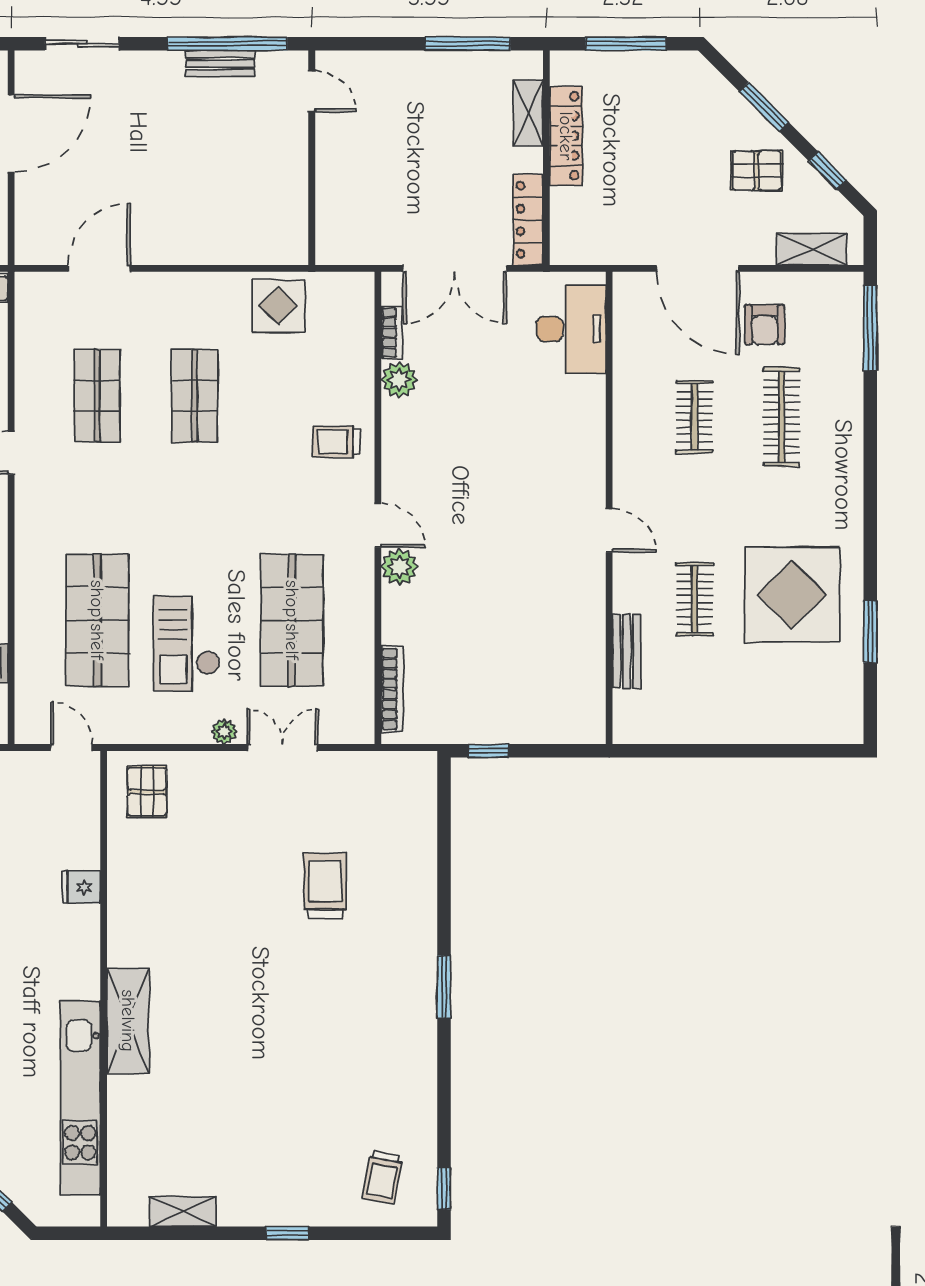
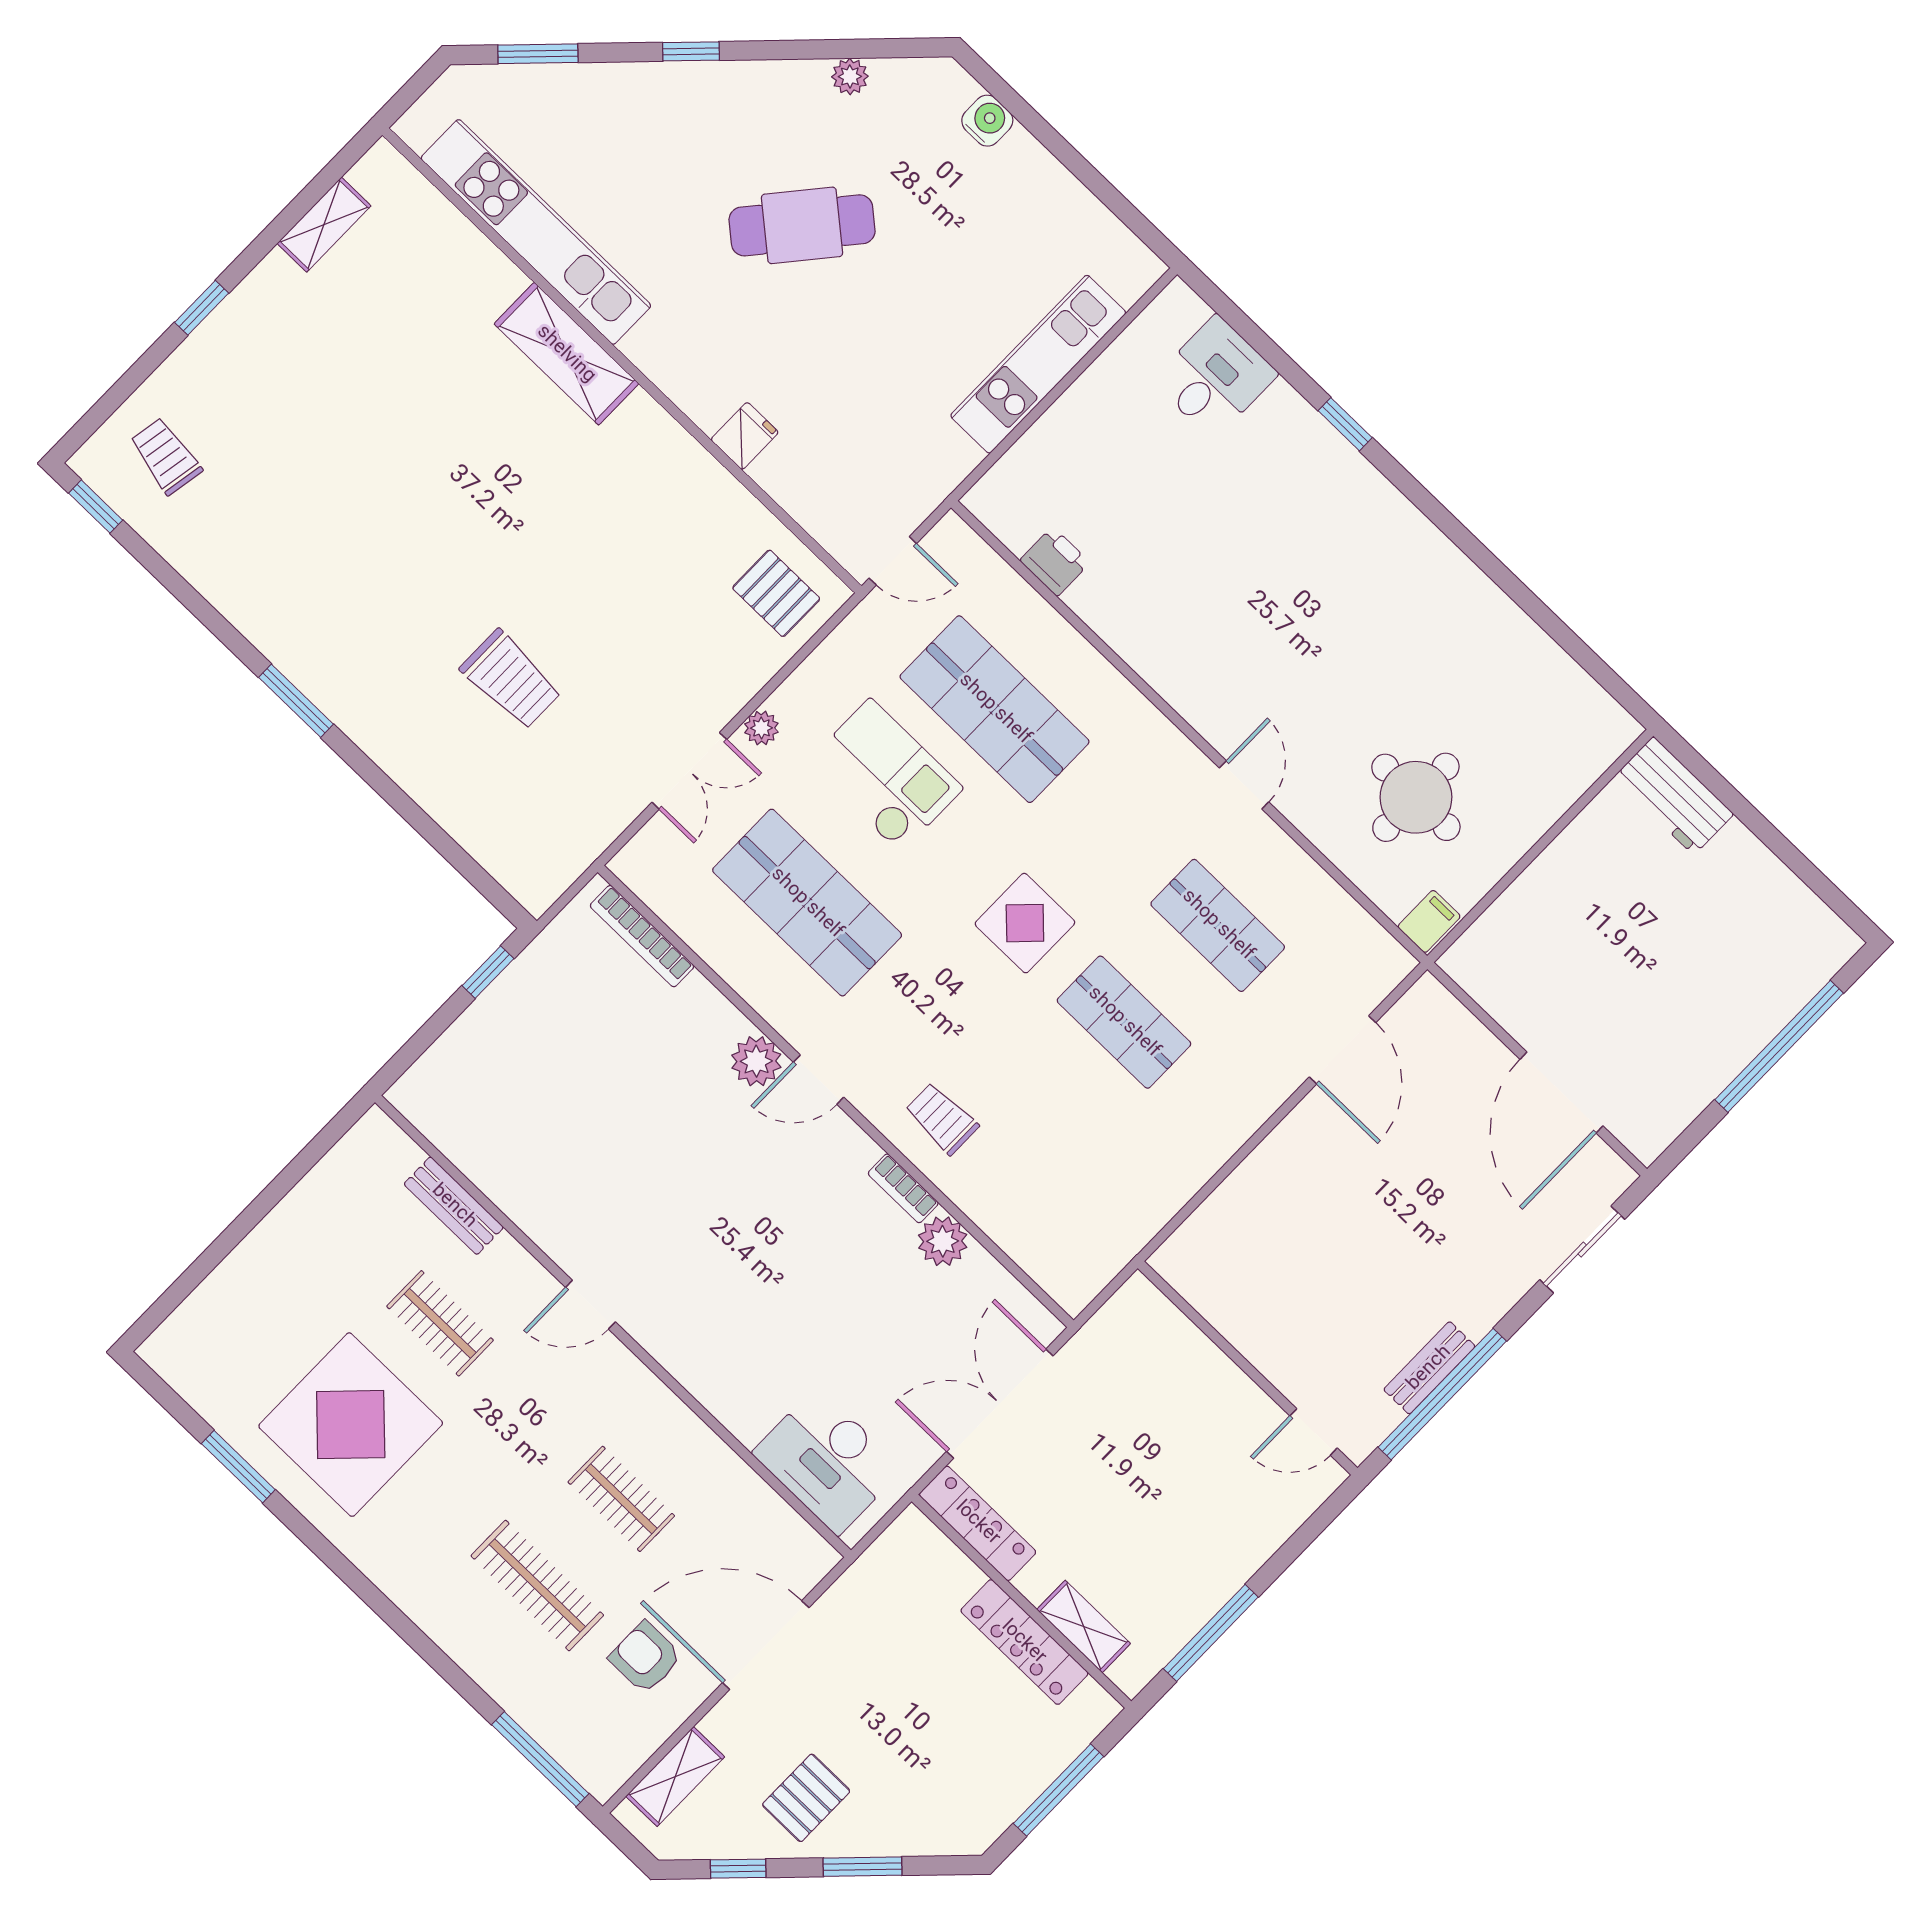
display table: (278, 306) -> (1025, 923), moved
bookcase: (392, 333) -> (903, 1188), moved
trolley: (336, 442) -> (942, 1119), turned -90

